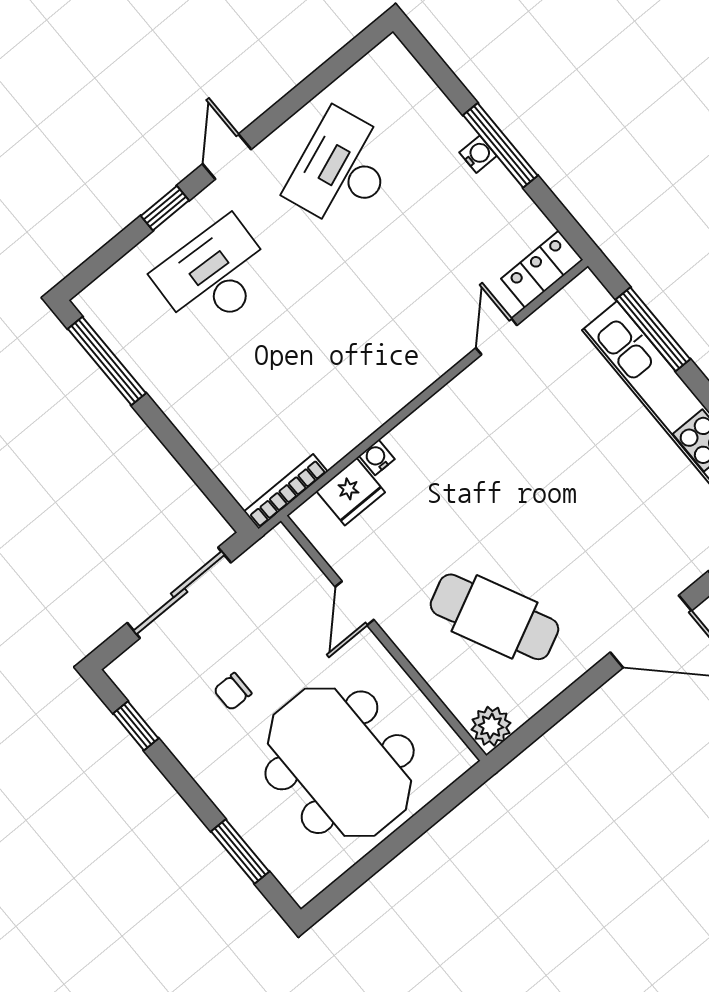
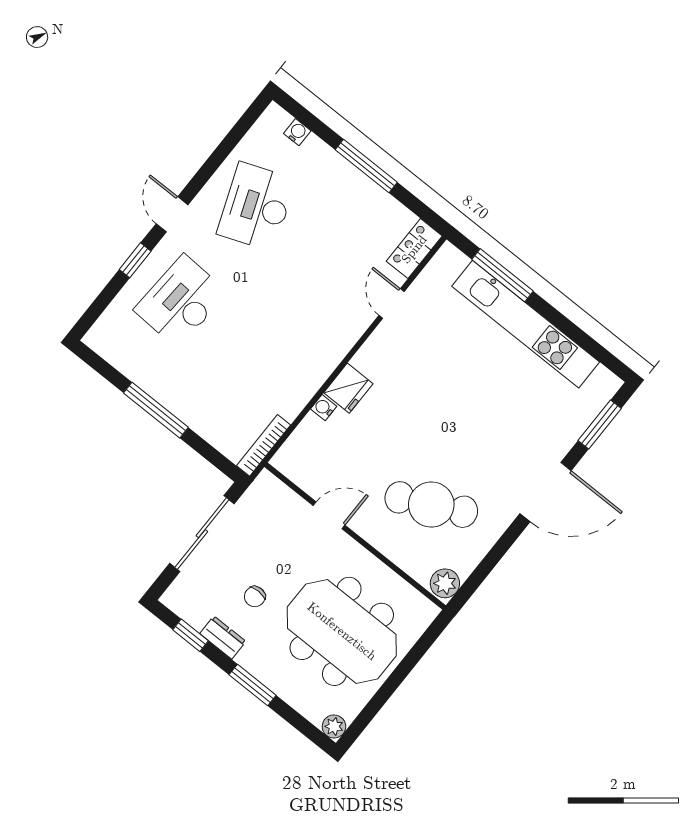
water cooler: (478, 154) -> (297, 132), moved
window: (107, 361) -> (156, 410), moved
fridge: (351, 492) -> (348, 388), moved
door: (355, 603) -> (329, 515), swing flipped
dresser: (178, 738) -> (223, 638), added
window: (240, 852) -> (253, 685), moved
plant: (303, 887) -> (334, 726), added

